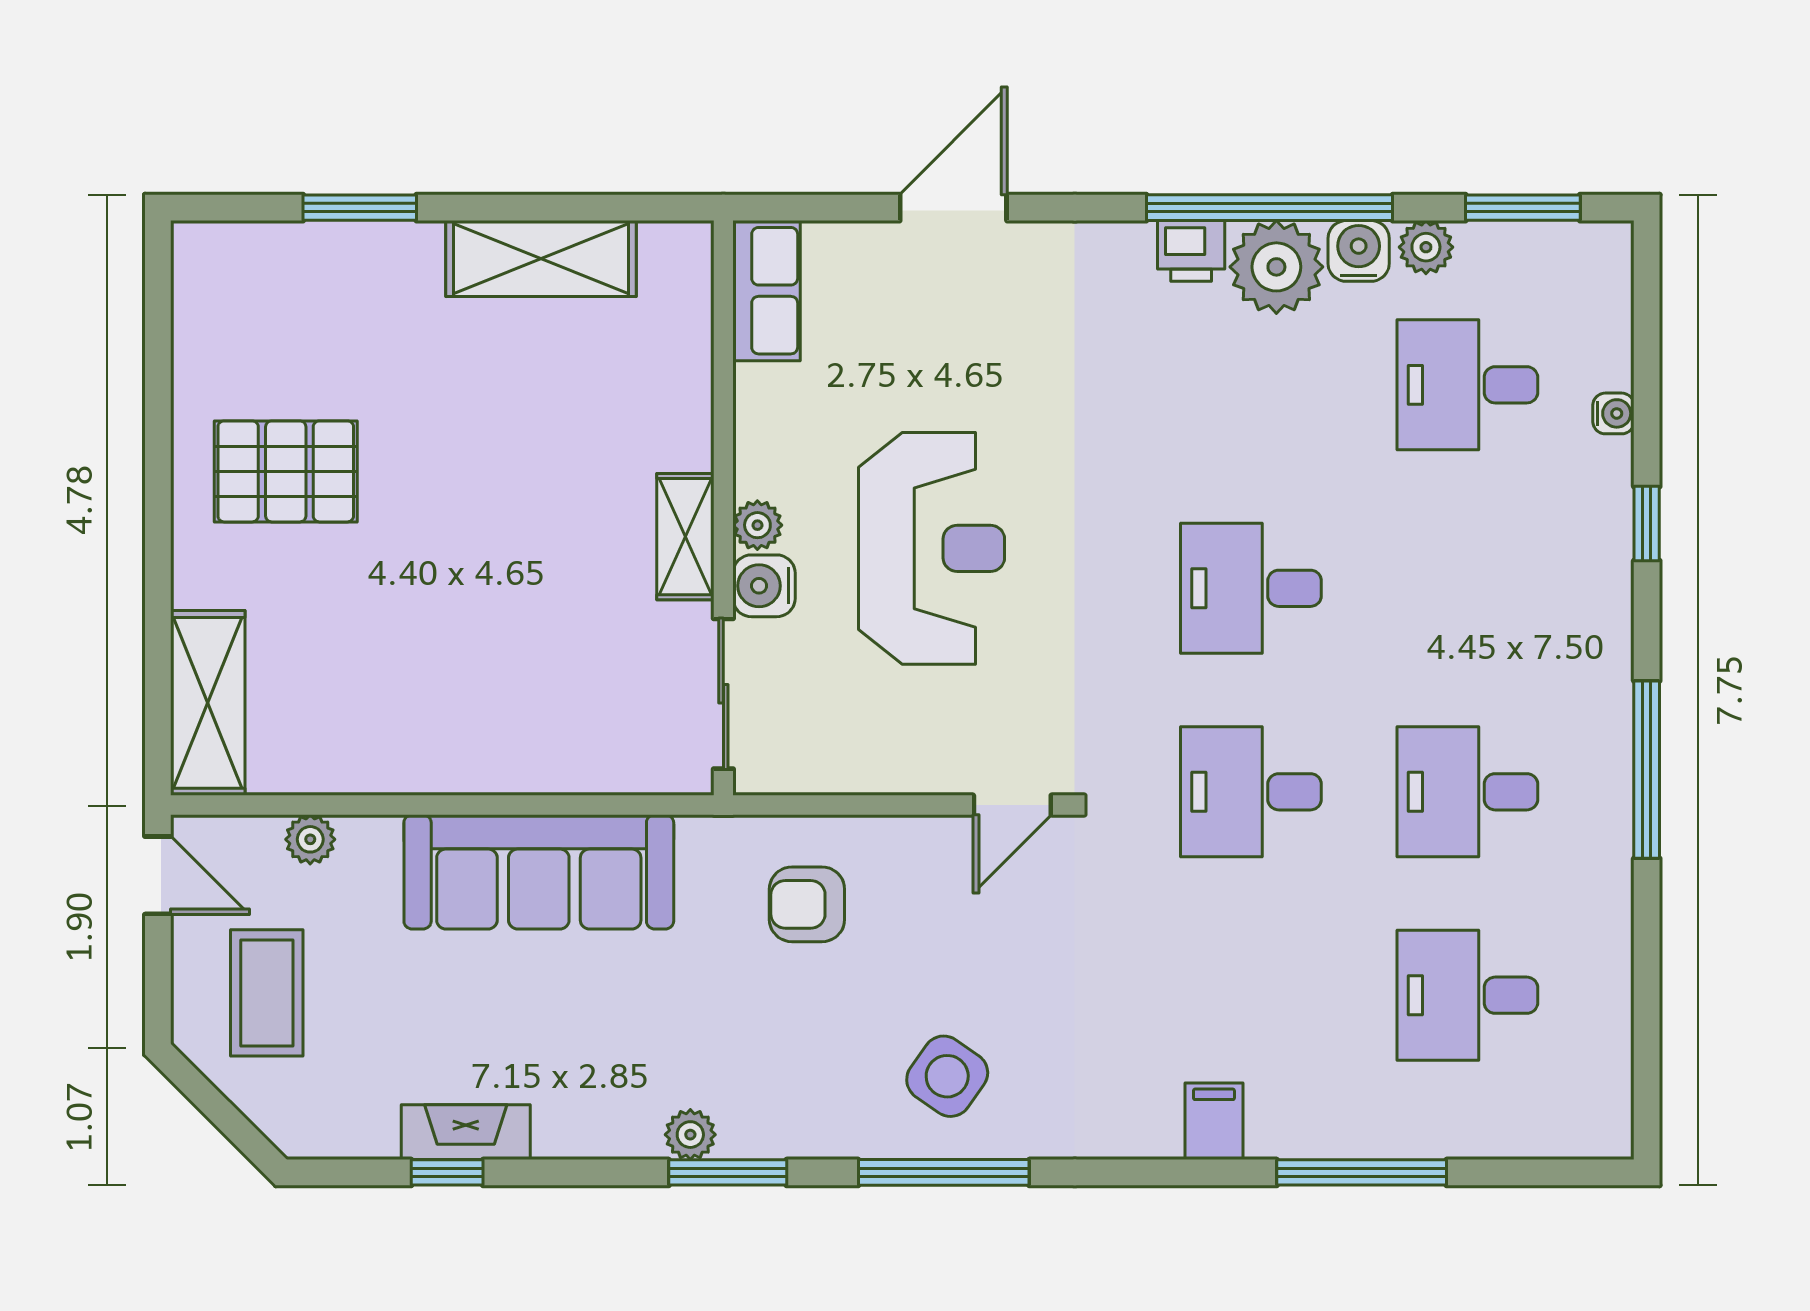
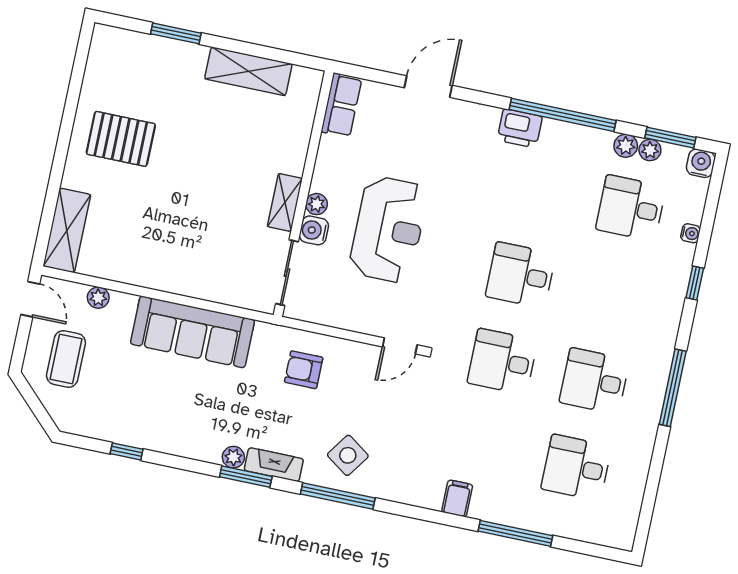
printer: (1191, 251) -> (520, 128), width x1.36, depth x1.24
water cooler: (1359, 251) -> (701, 163), moved
plant: (1276, 267) -> (650, 150), moved, width x0.53, depth x0.53
fireplace: (466, 1132) -> (274, 465), moved

